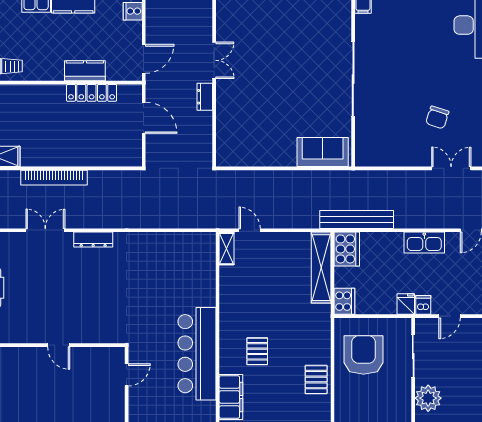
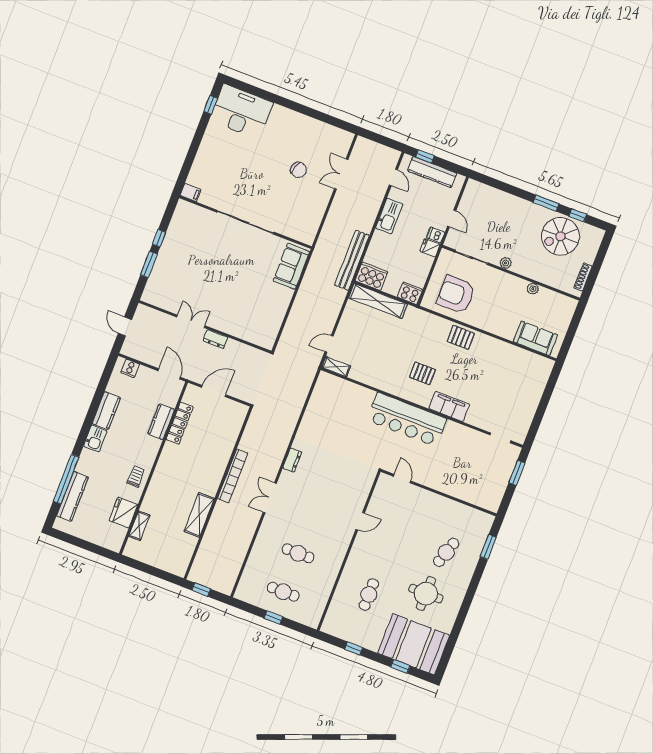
dresser: (93, 240) -> (292, 460), width x0.70
plant: (428, 398) -> (506, 263), width x0.53, depth x0.53

